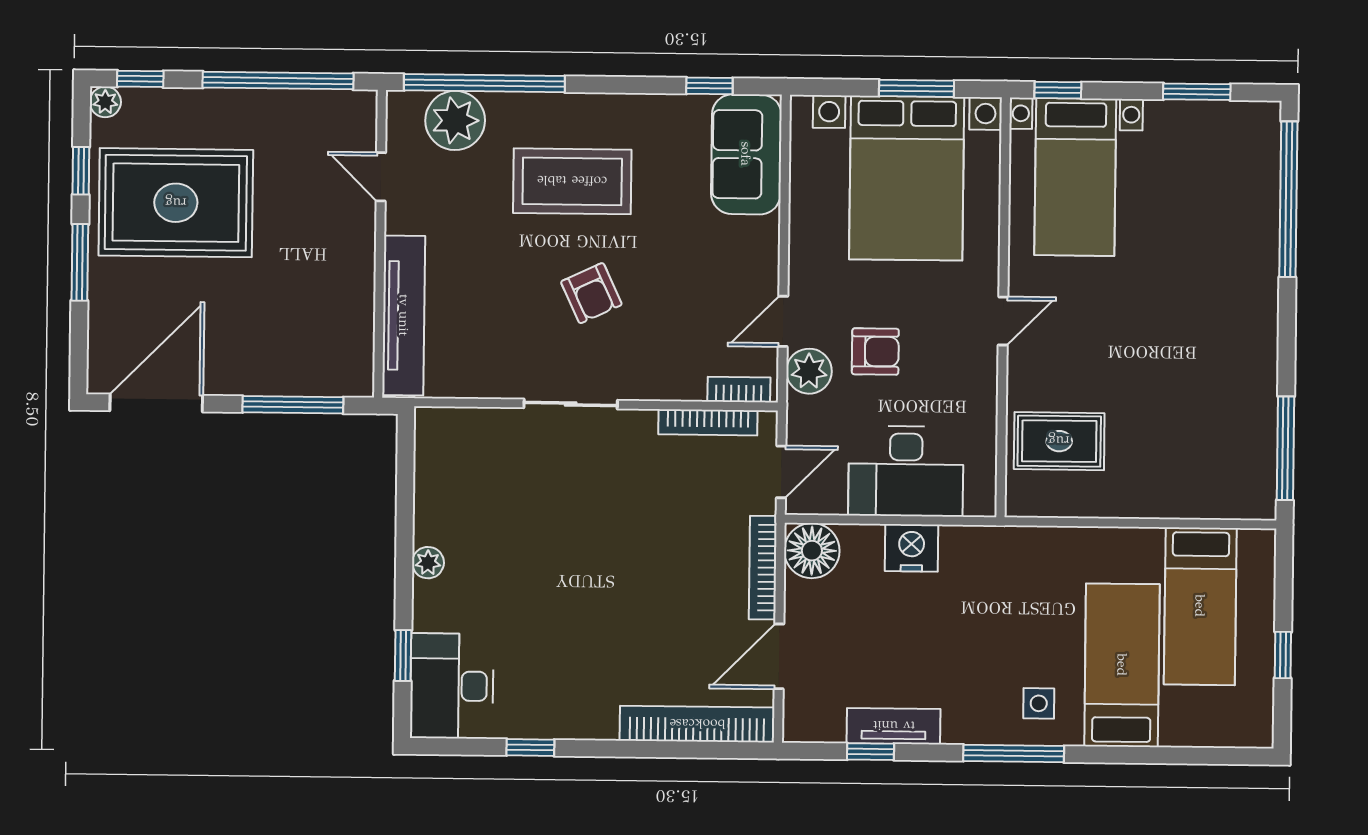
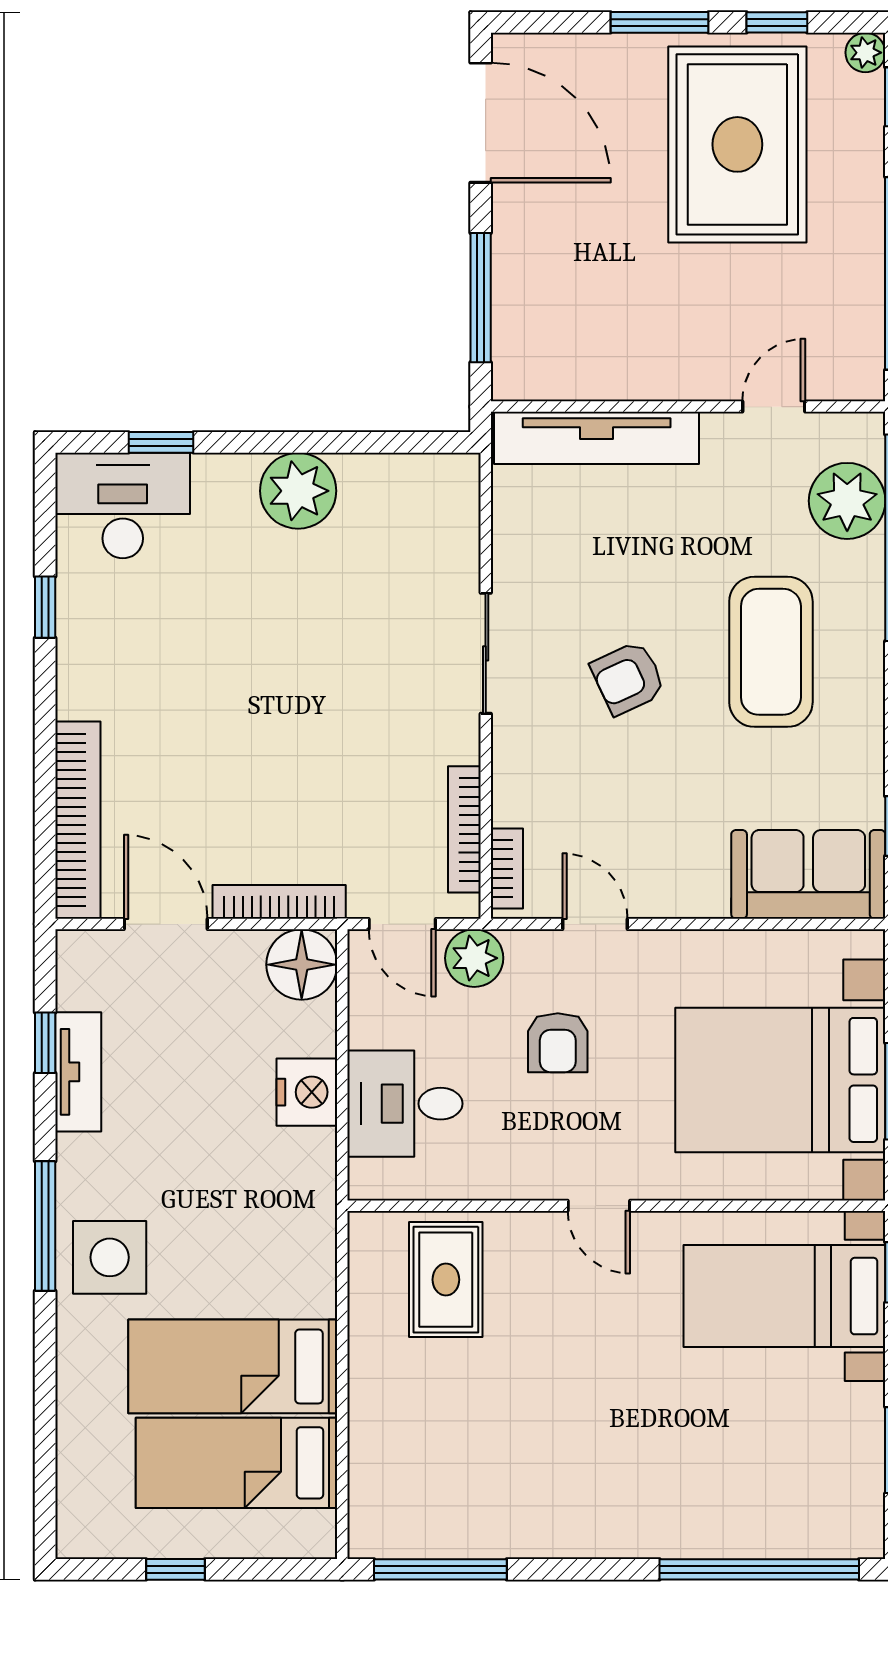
plant: (809, 371) -> (474, 958), moved
desk: (906, 471) -> (405, 1104), width x0.73
plant: (428, 563) -> (298, 491), width x1.88, depth x1.88
bed: (1122, 665) -> (233, 1366), moved, turned 180
side table: (1039, 703) -> (110, 1257), width x1.87, depth x1.87

